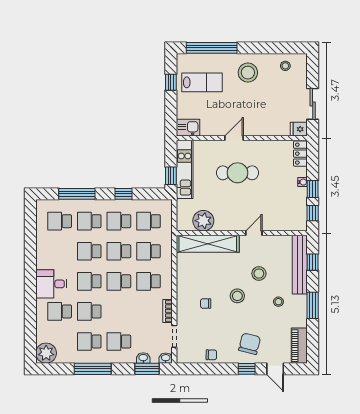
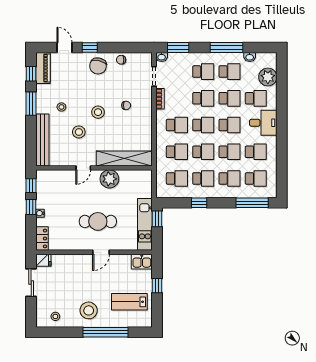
window: (212, 48) -> (105, 332), moved
window: (171, 82) -> (157, 286), moved
window: (77, 194) -> (252, 203), moved
plant: (203, 221) -> (109, 179), moved
school desk: (60, 251) -> (256, 152), added
window: (313, 262) -> (31, 74), moved
school desk: (119, 311) -> (203, 98), added
chair: (250, 344) -> (98, 66), moved
plant: (46, 353) -> (268, 77), moved
washbasin: (143, 358) -> (250, 57), moved

